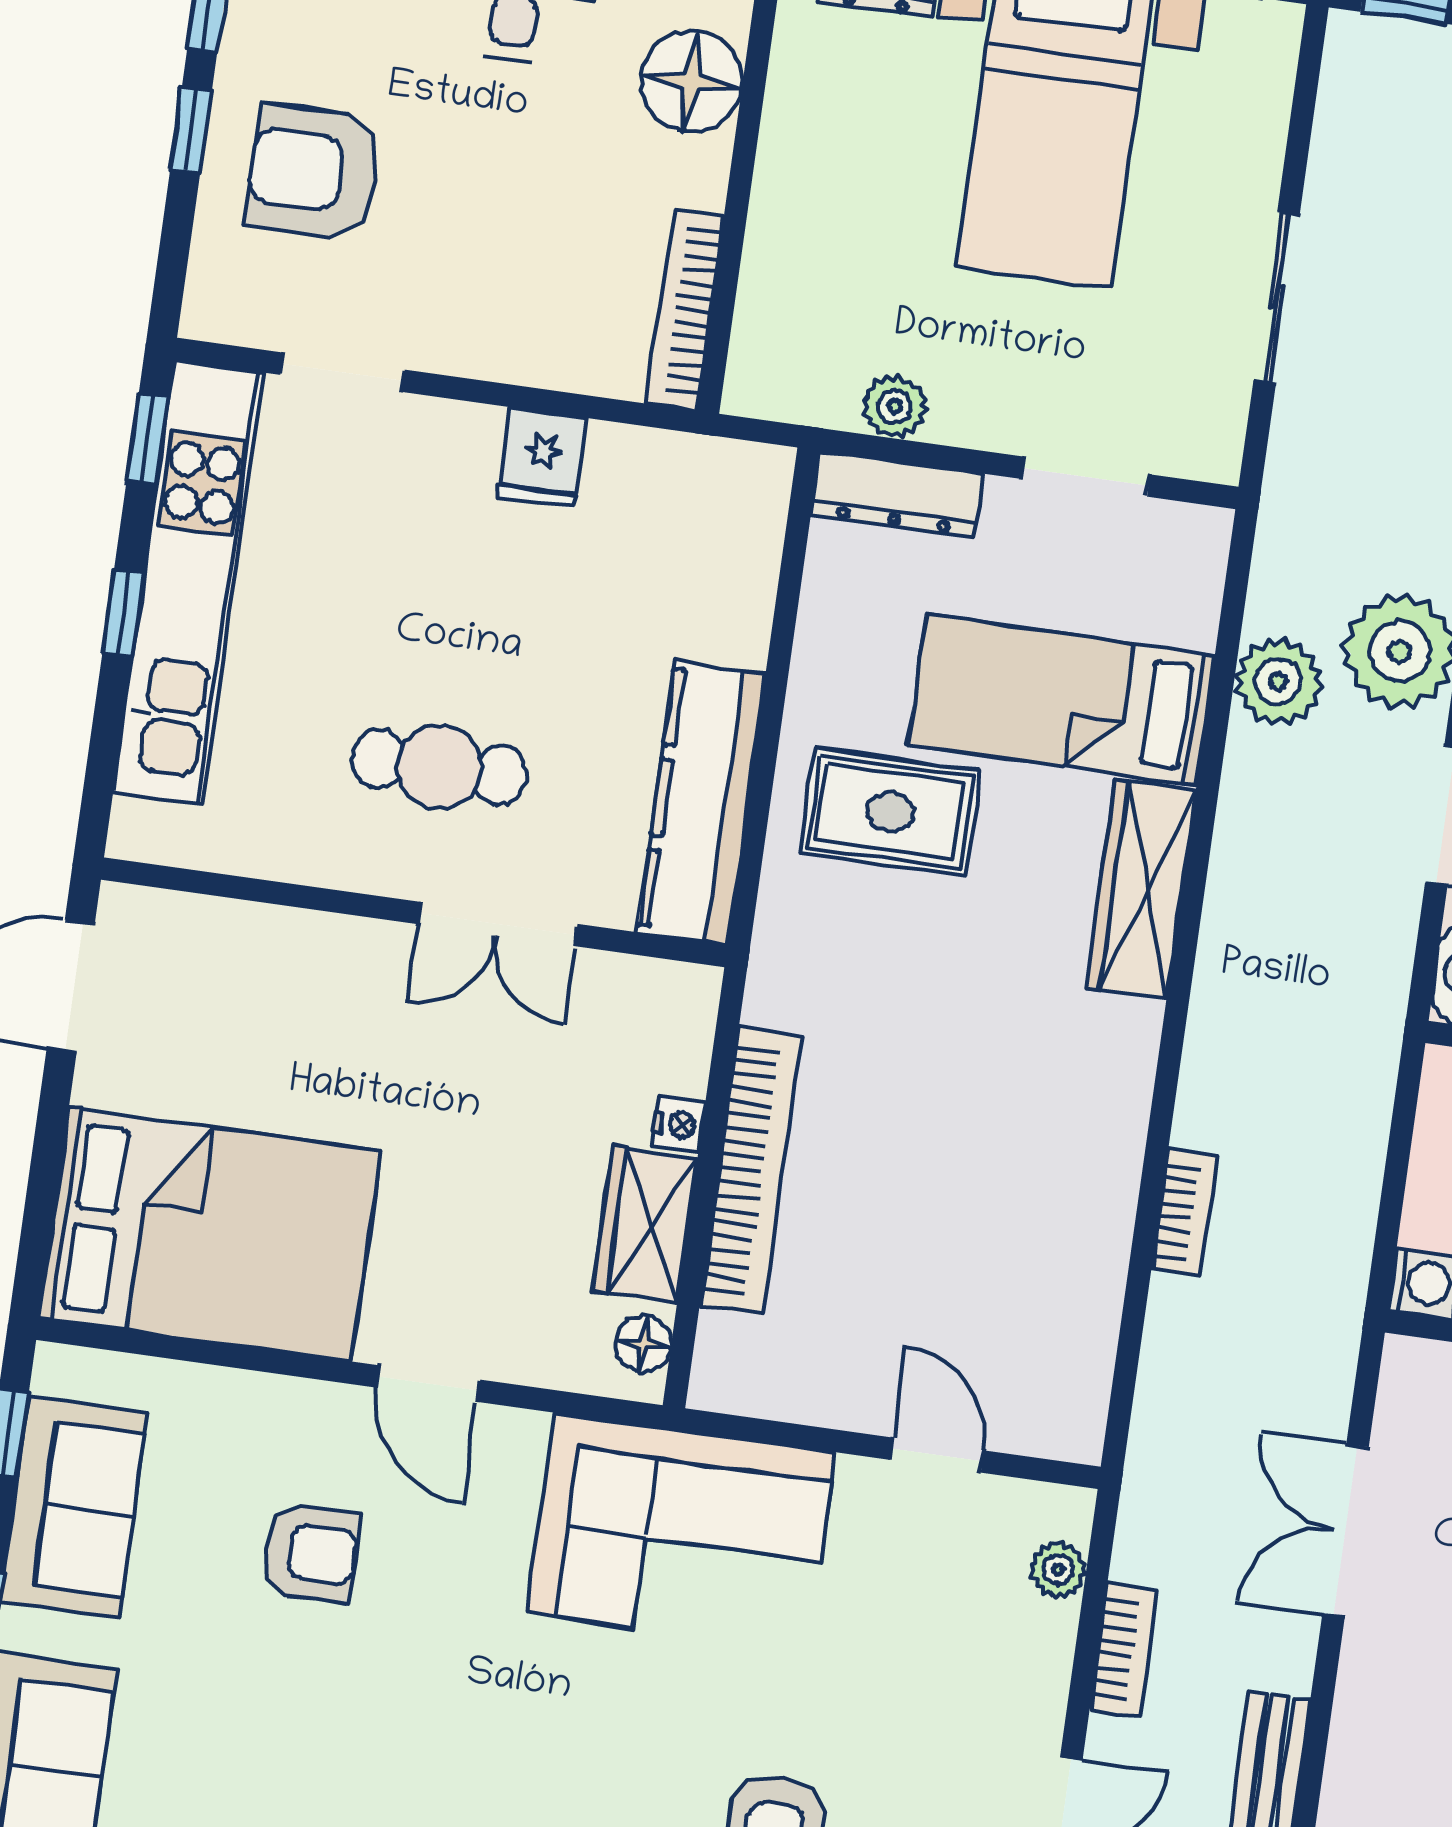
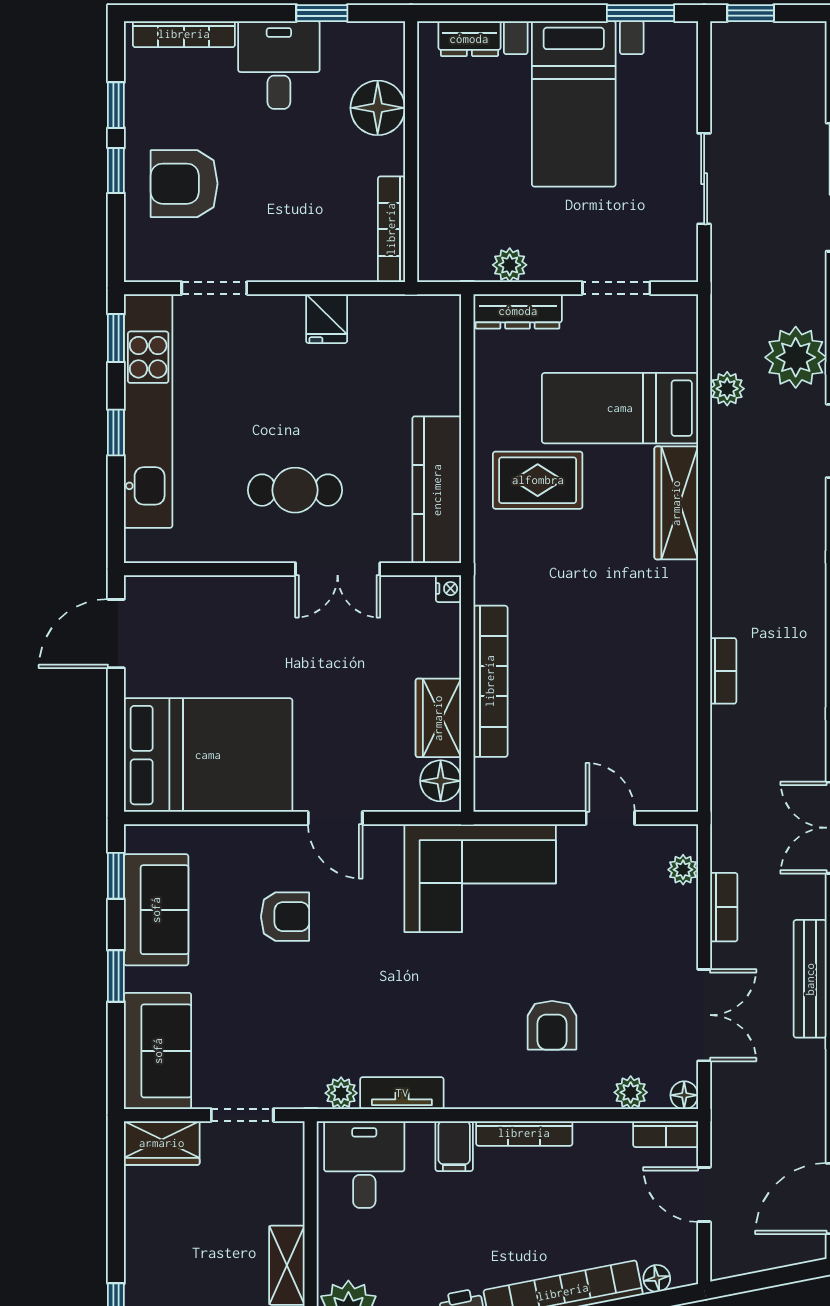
plant: (1278, 682) -> (727, 389), width x0.73, depth x0.73
nightstand: (678, 1124) -> (448, 589), moved
floor lamp: (643, 1344) -> (441, 781), width x1.37, depth x1.37

